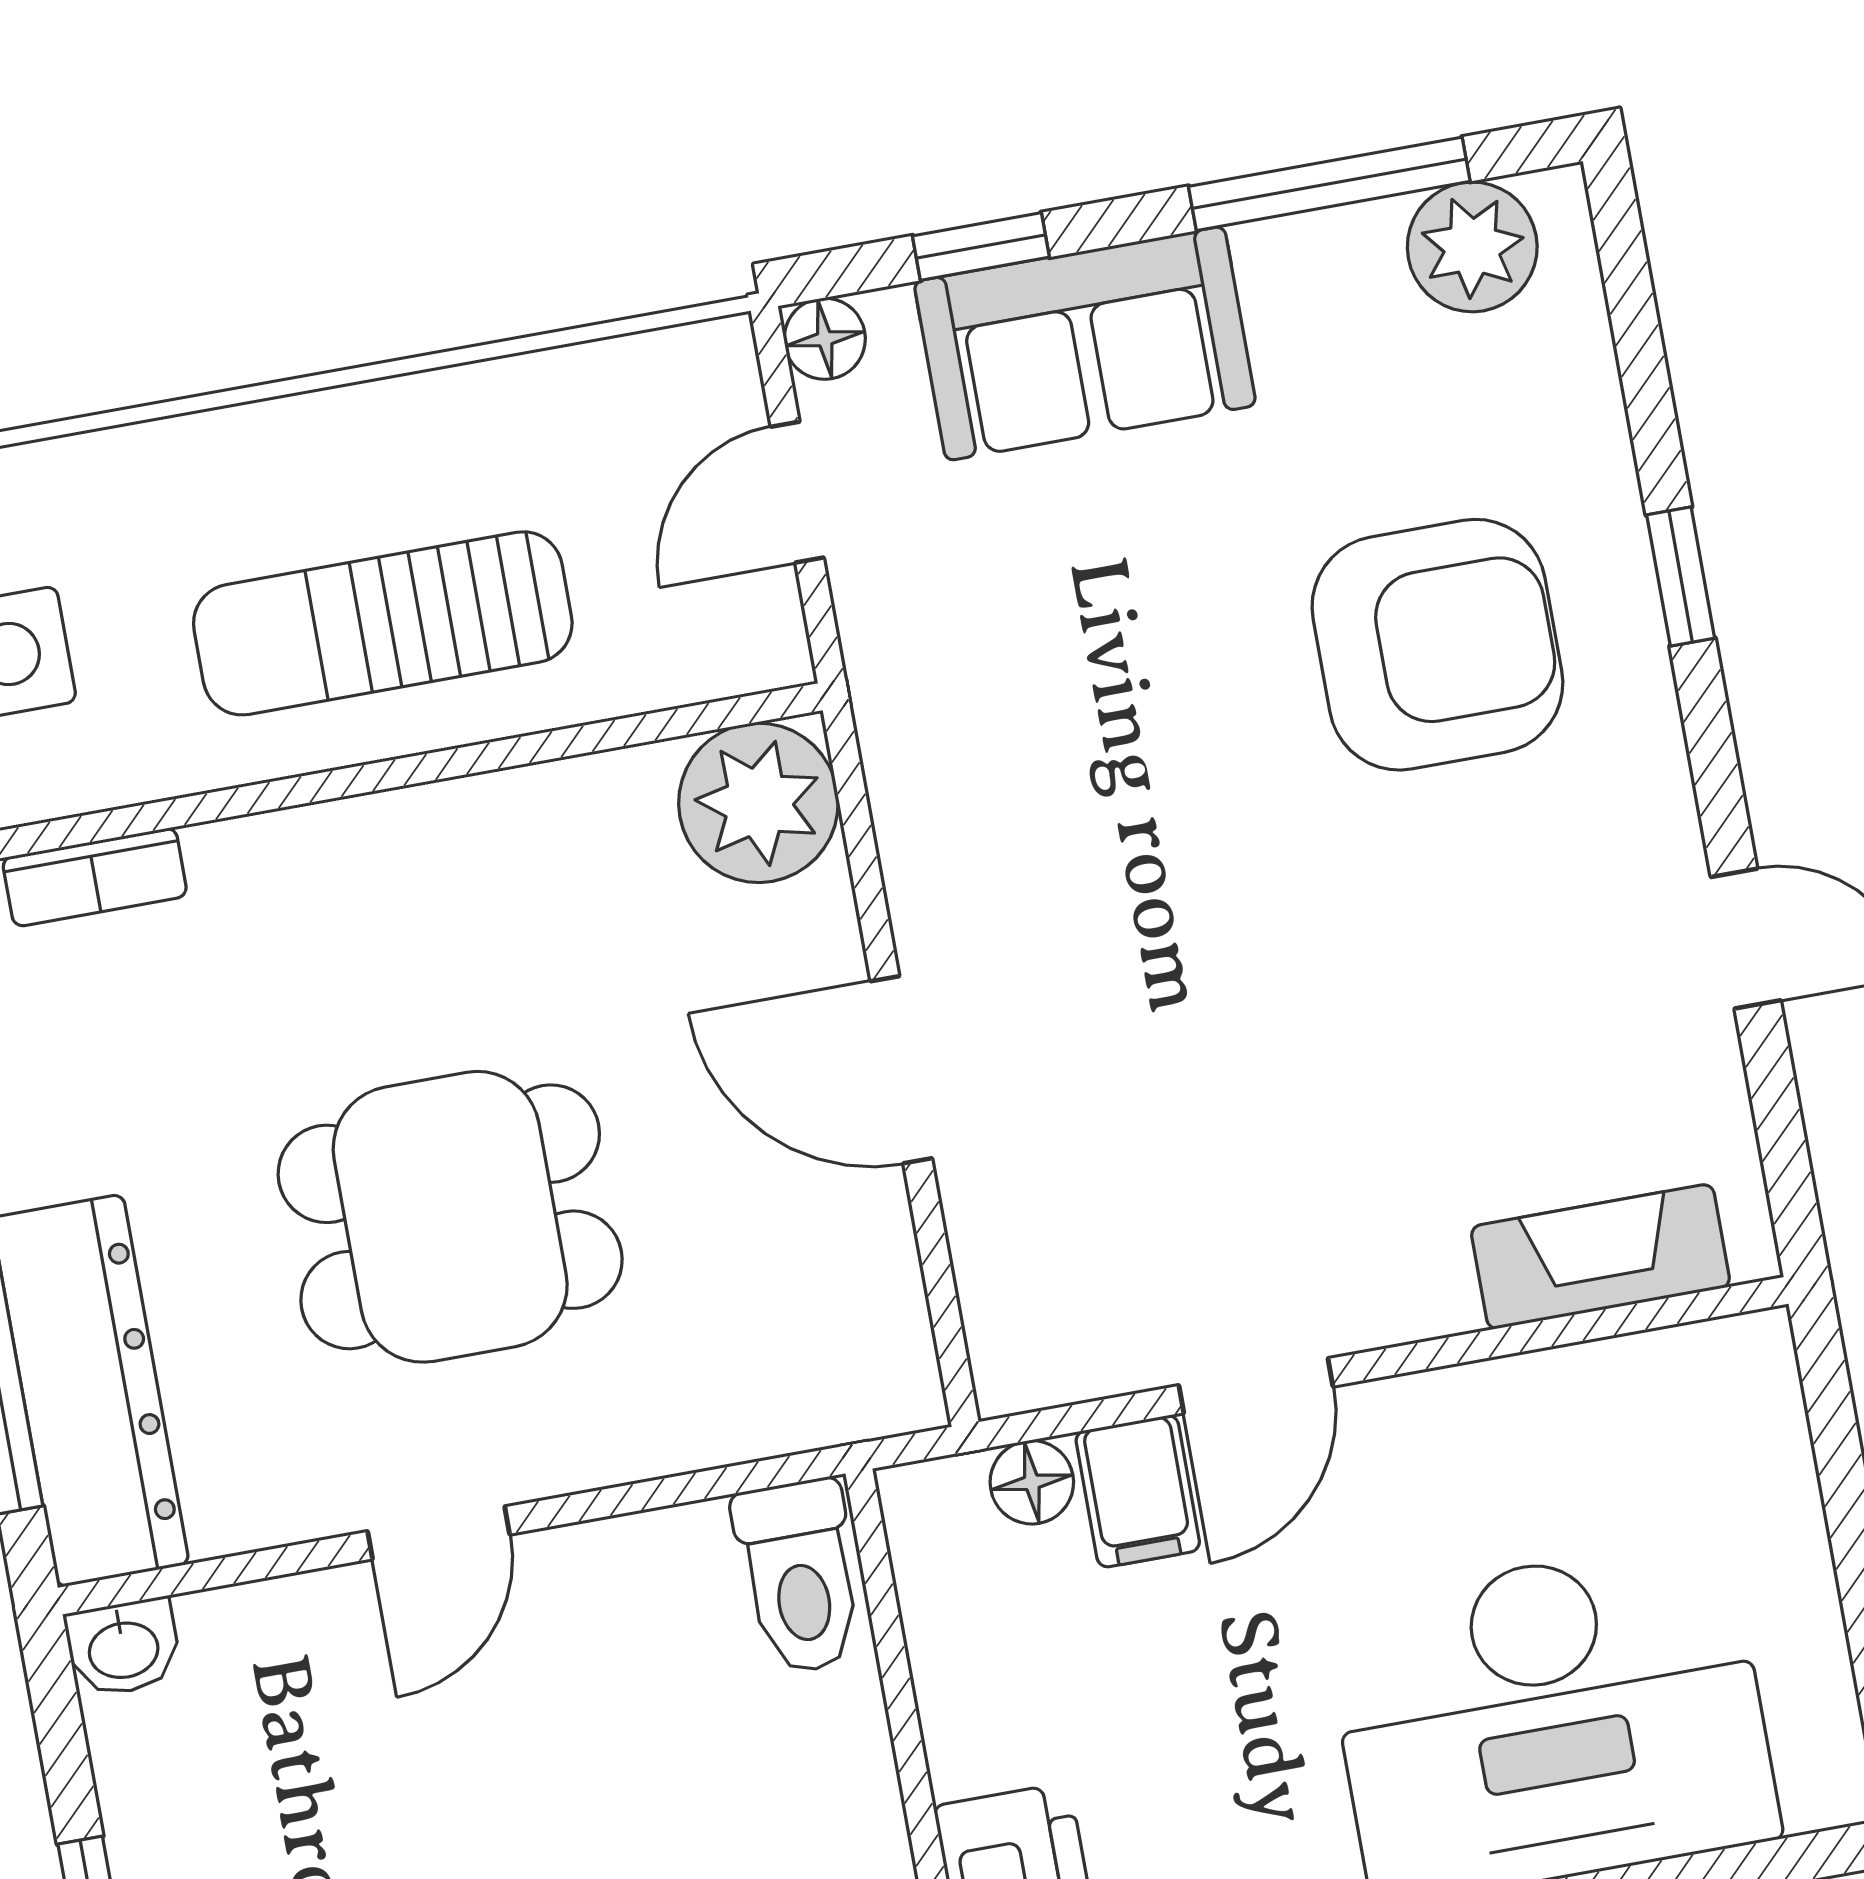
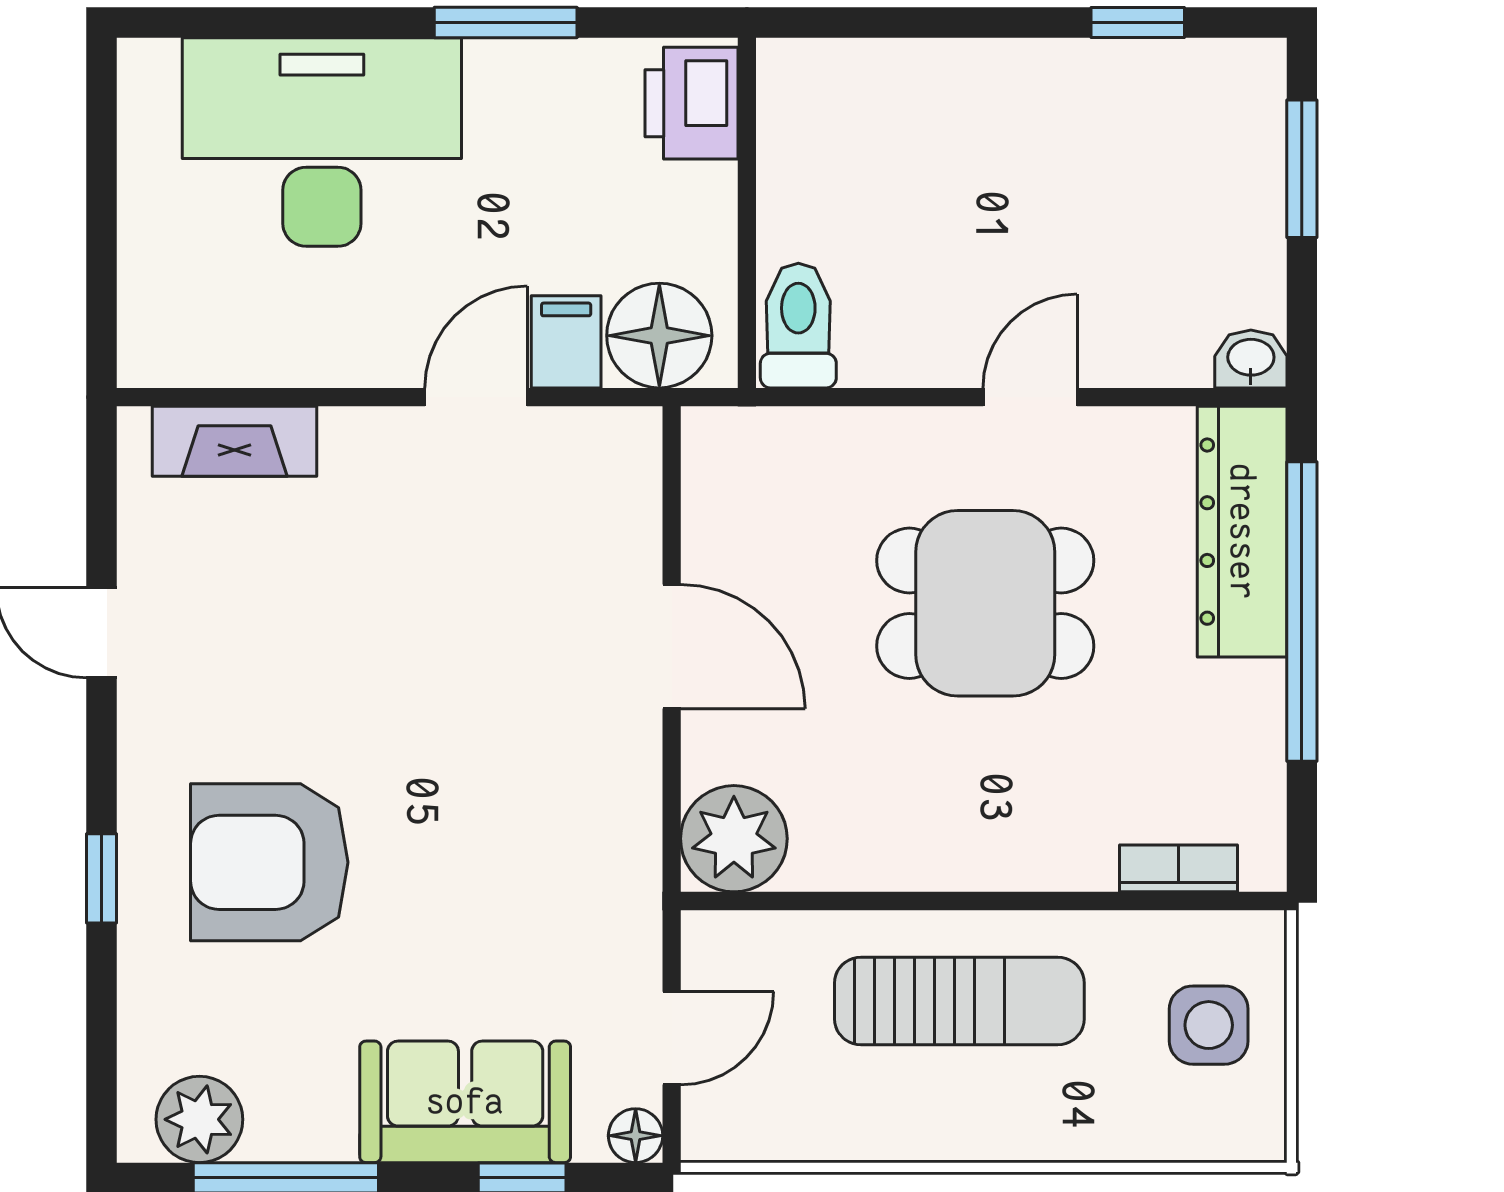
floor lamp: (1032, 1482) -> (659, 336), width x1.89, depth x1.89

